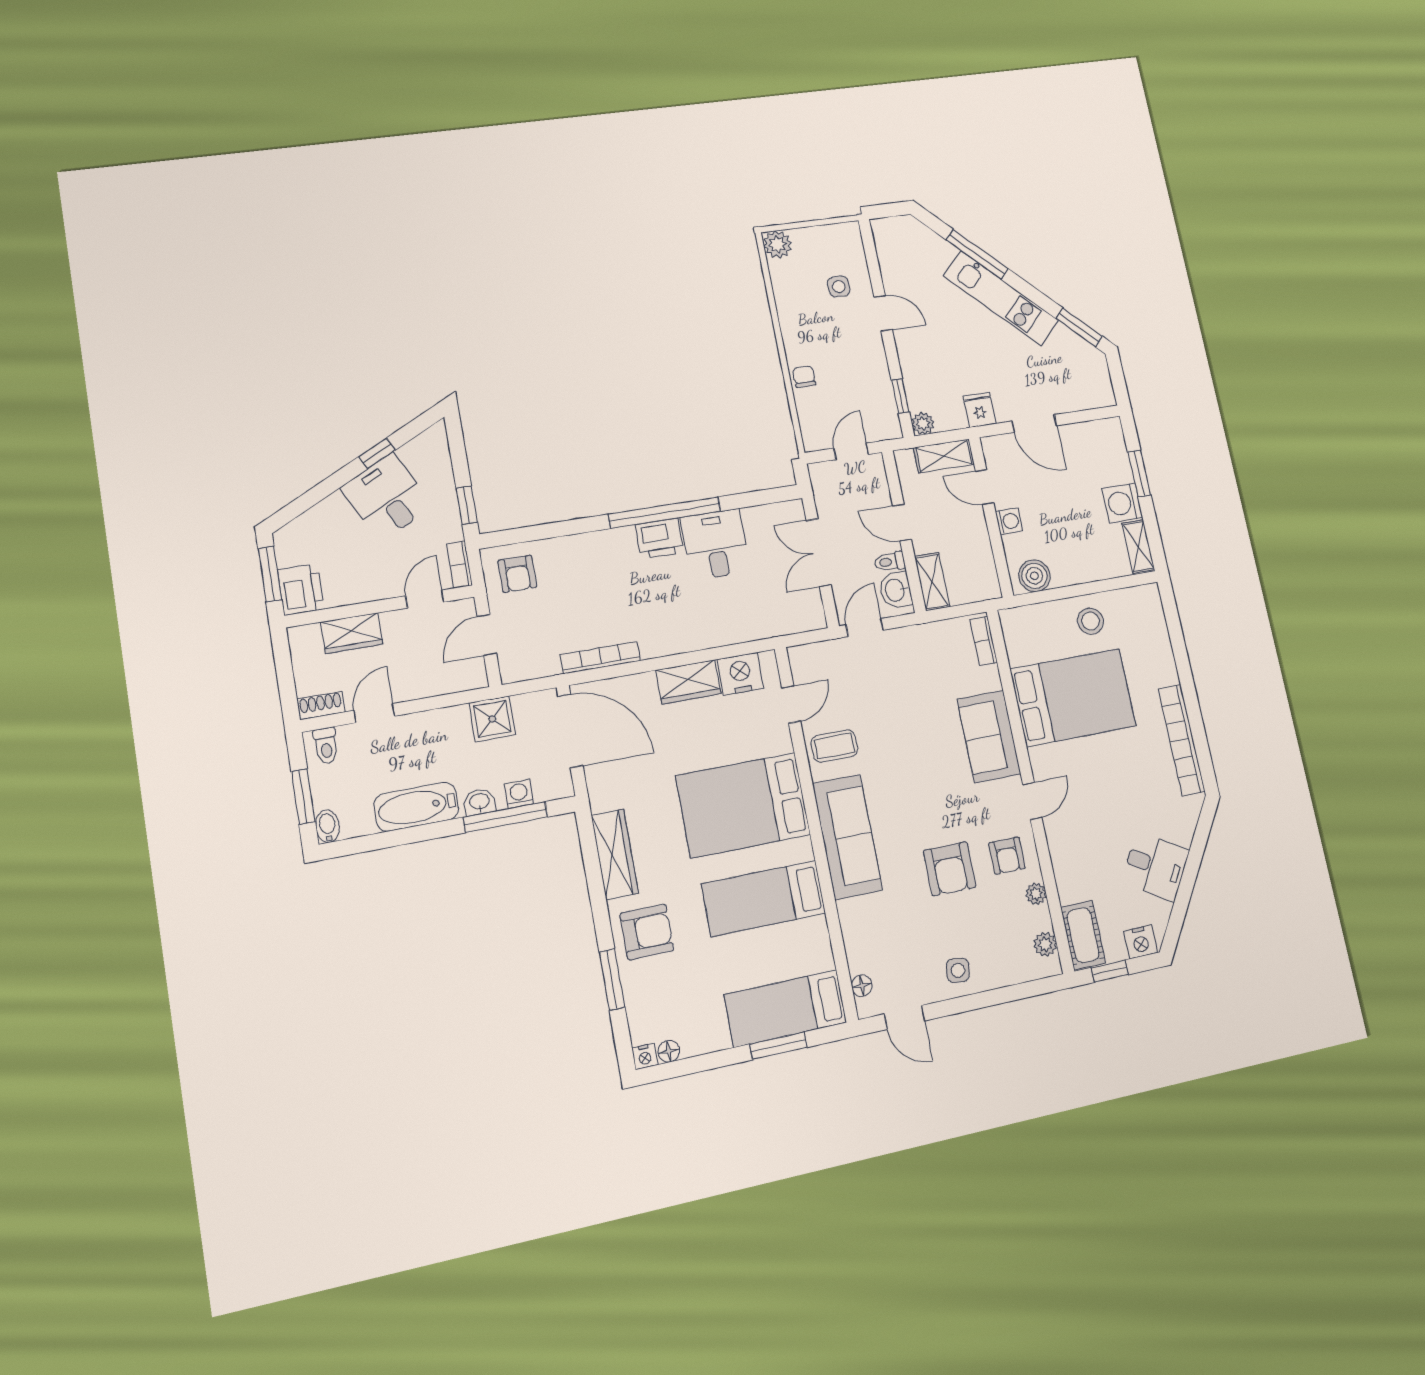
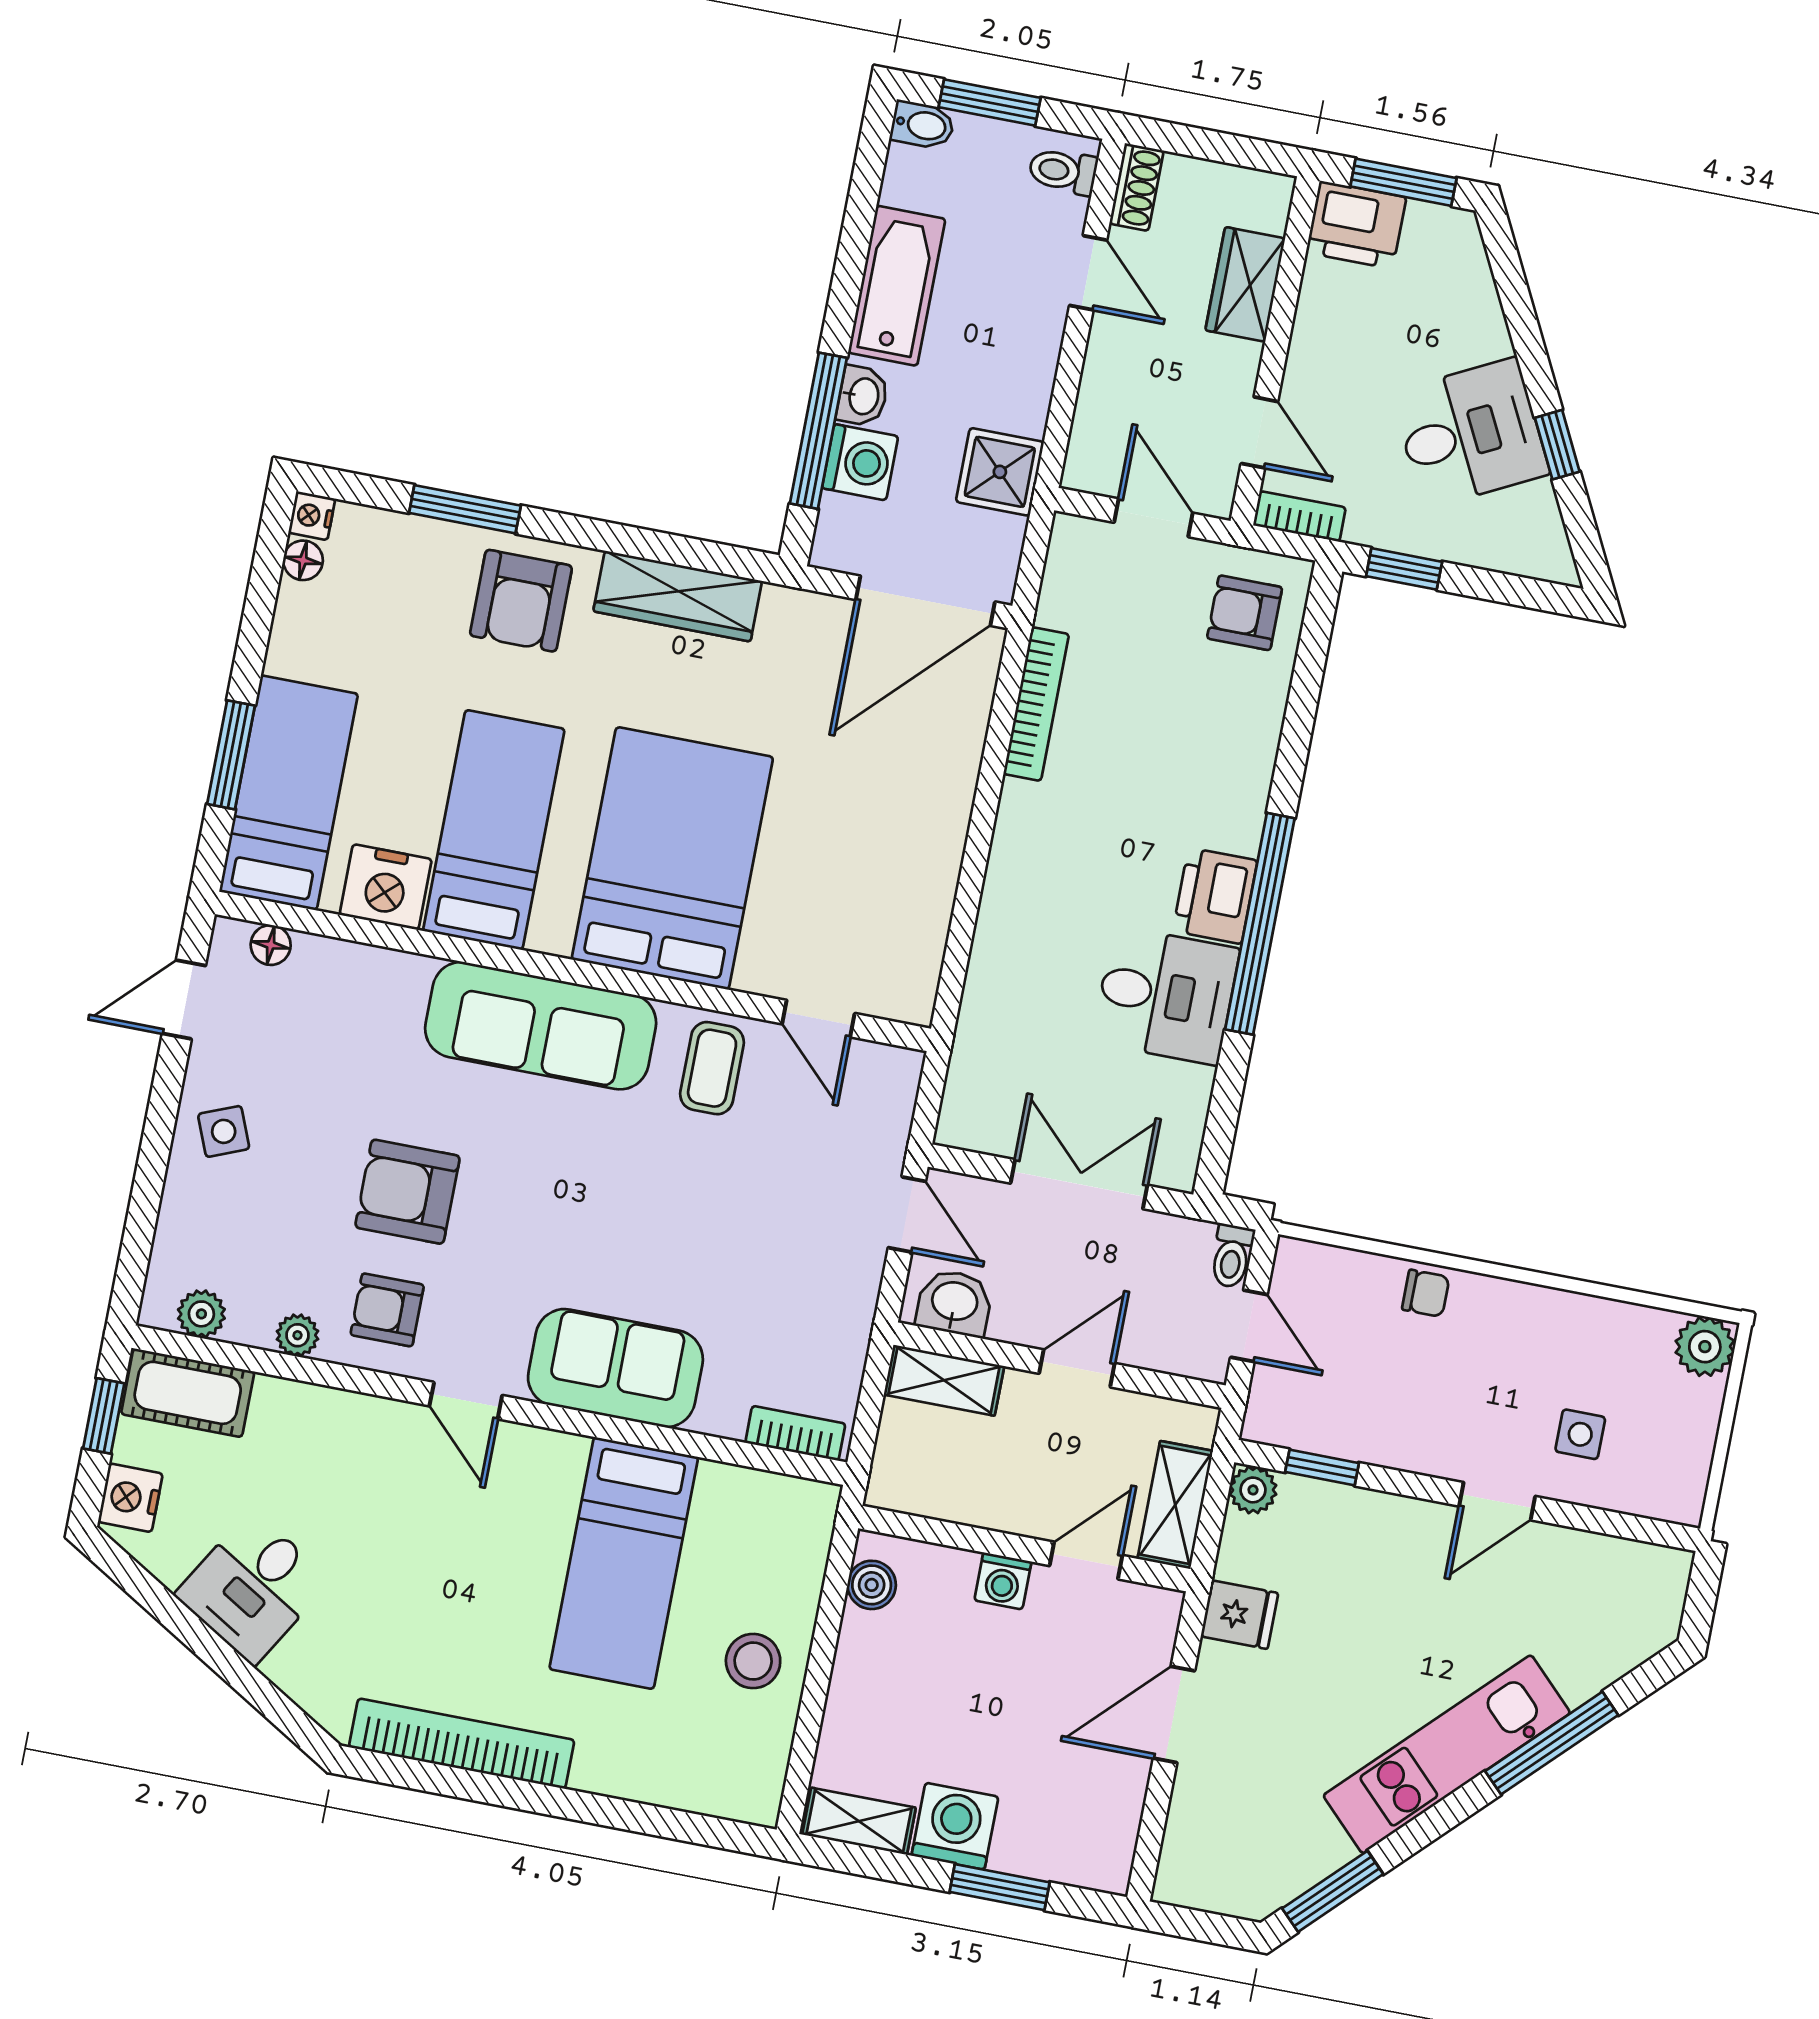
toilet: (890, 562) -> (1232, 1256), moved, turned 180
boiler: (1034, 576) -> (872, 1585), width x0.73, depth x0.73
nightstand: (740, 674) -> (386, 887), moved, turned 90
wardrobe: (688, 682) -> (932, 846), removed
bed: (1073, 697) -> (624, 1563), width x0.67
washing machine: (519, 794) -> (860, 462), width x1.38, depth x1.38
side table: (958, 970) -> (224, 1131), turned -30

